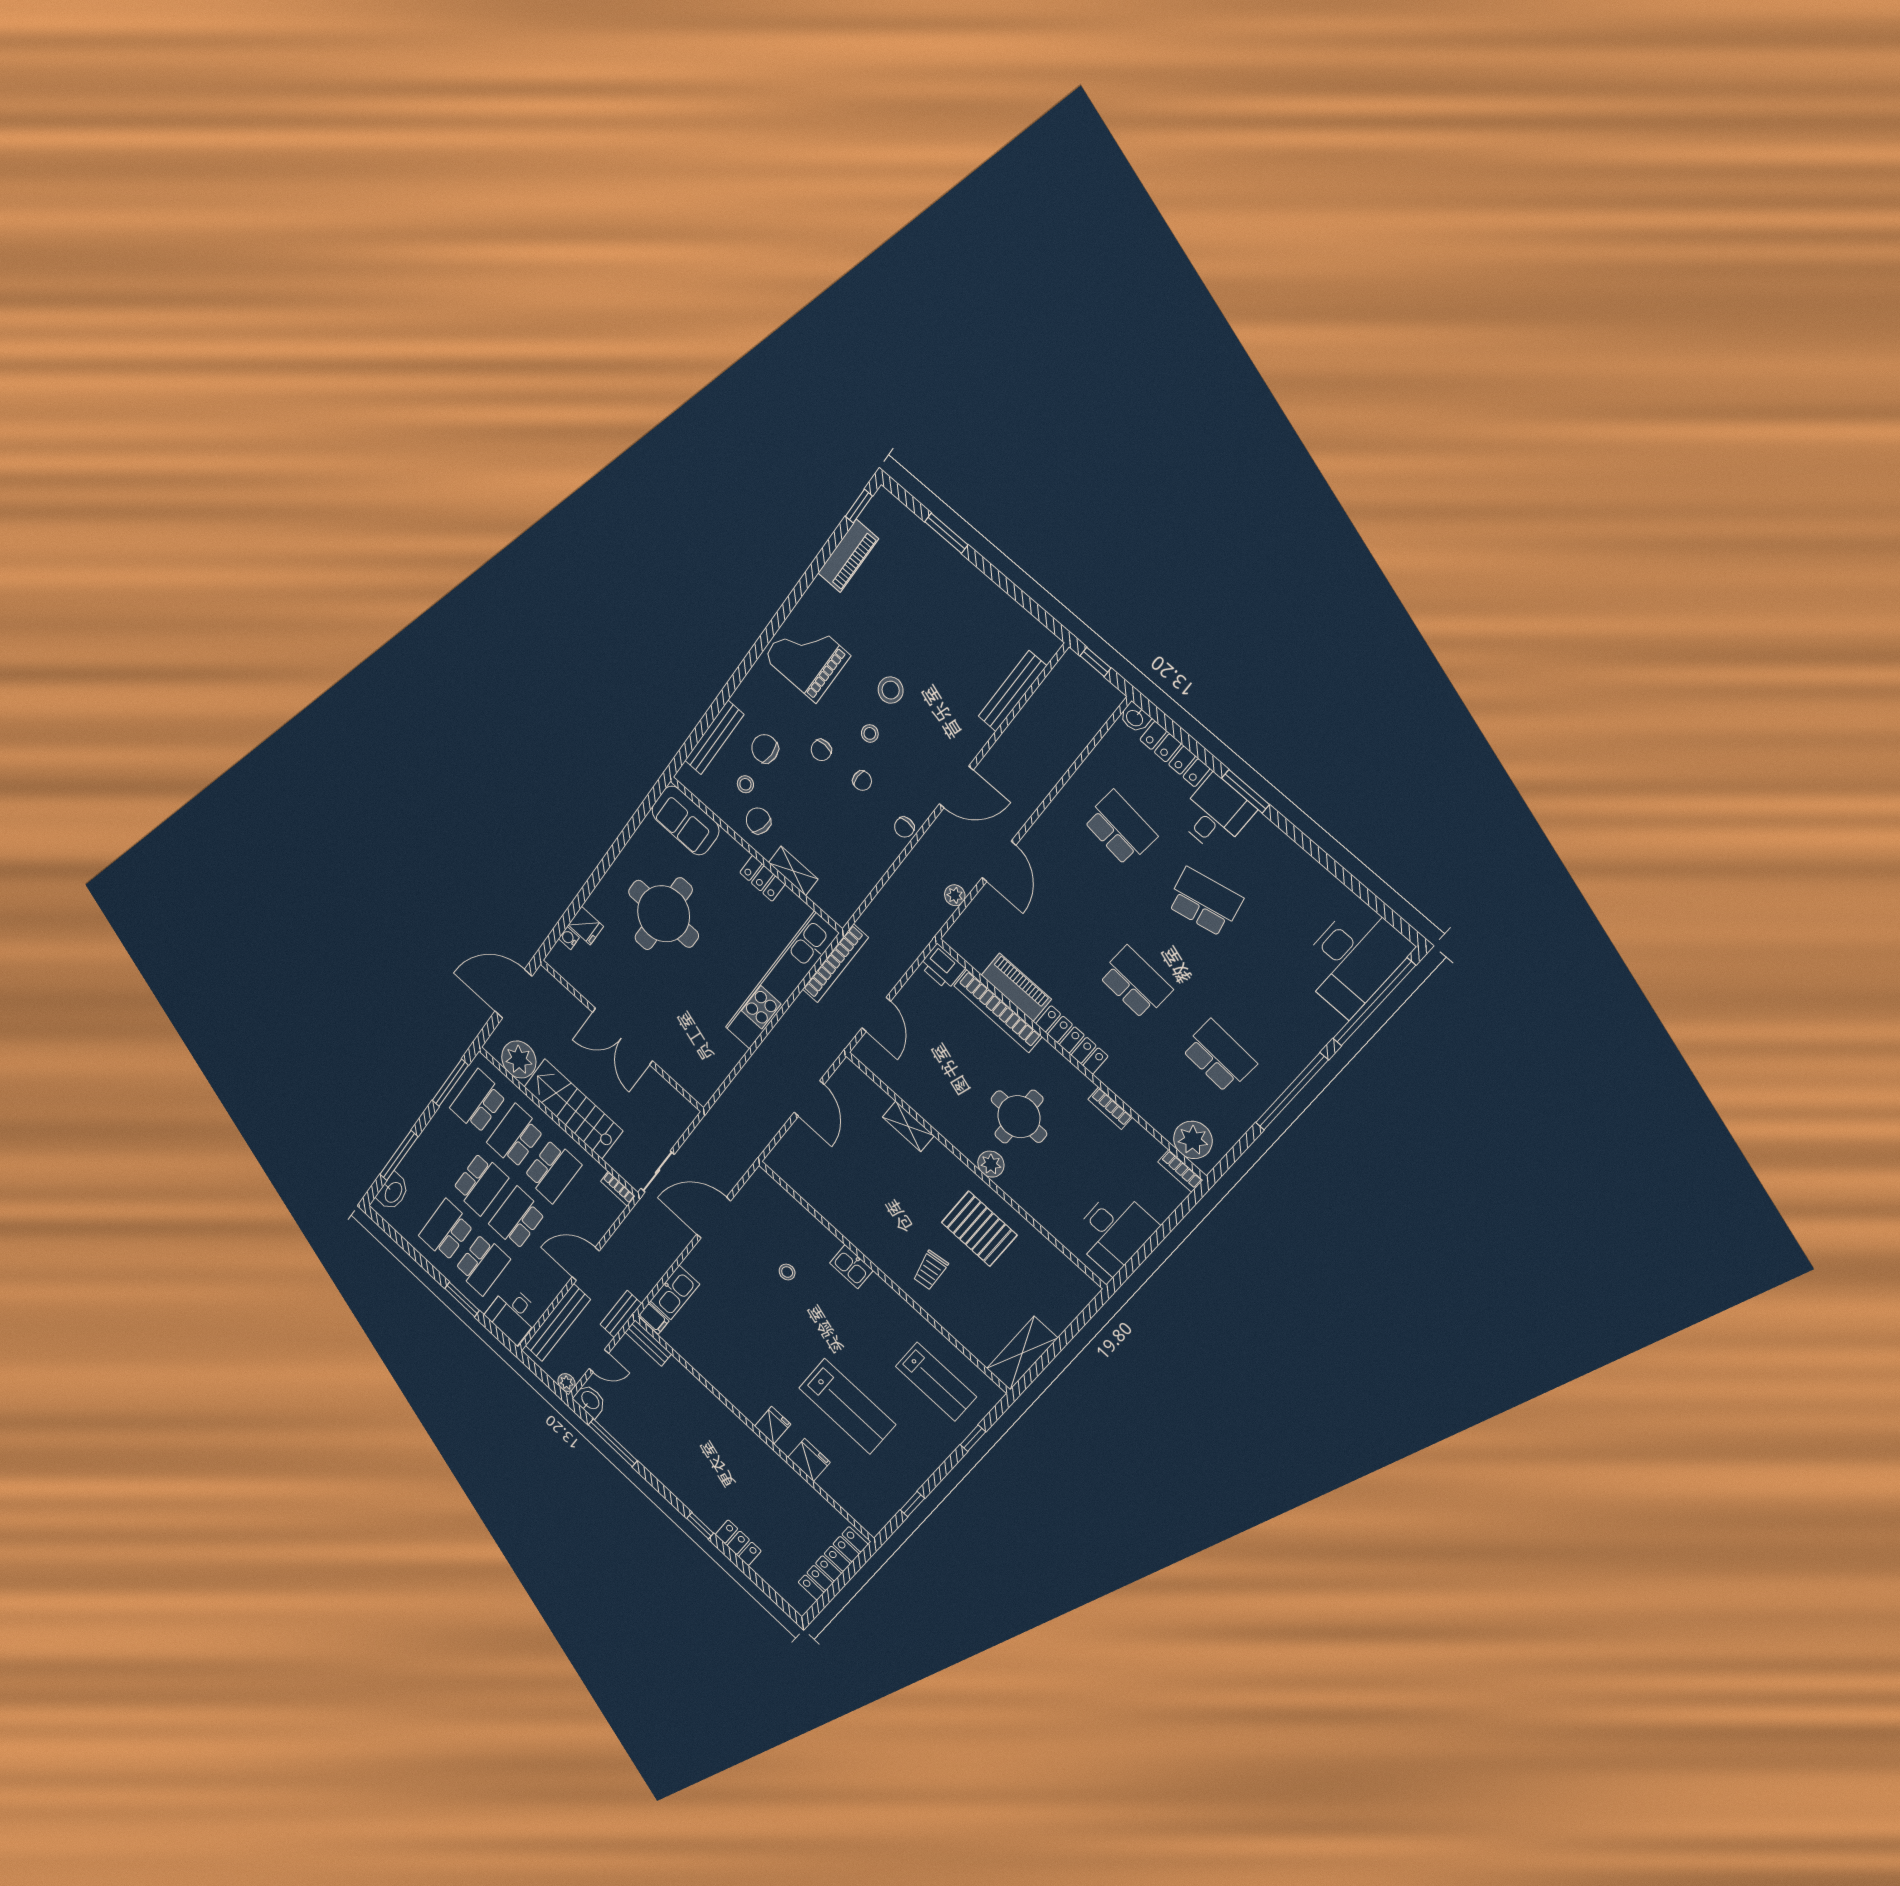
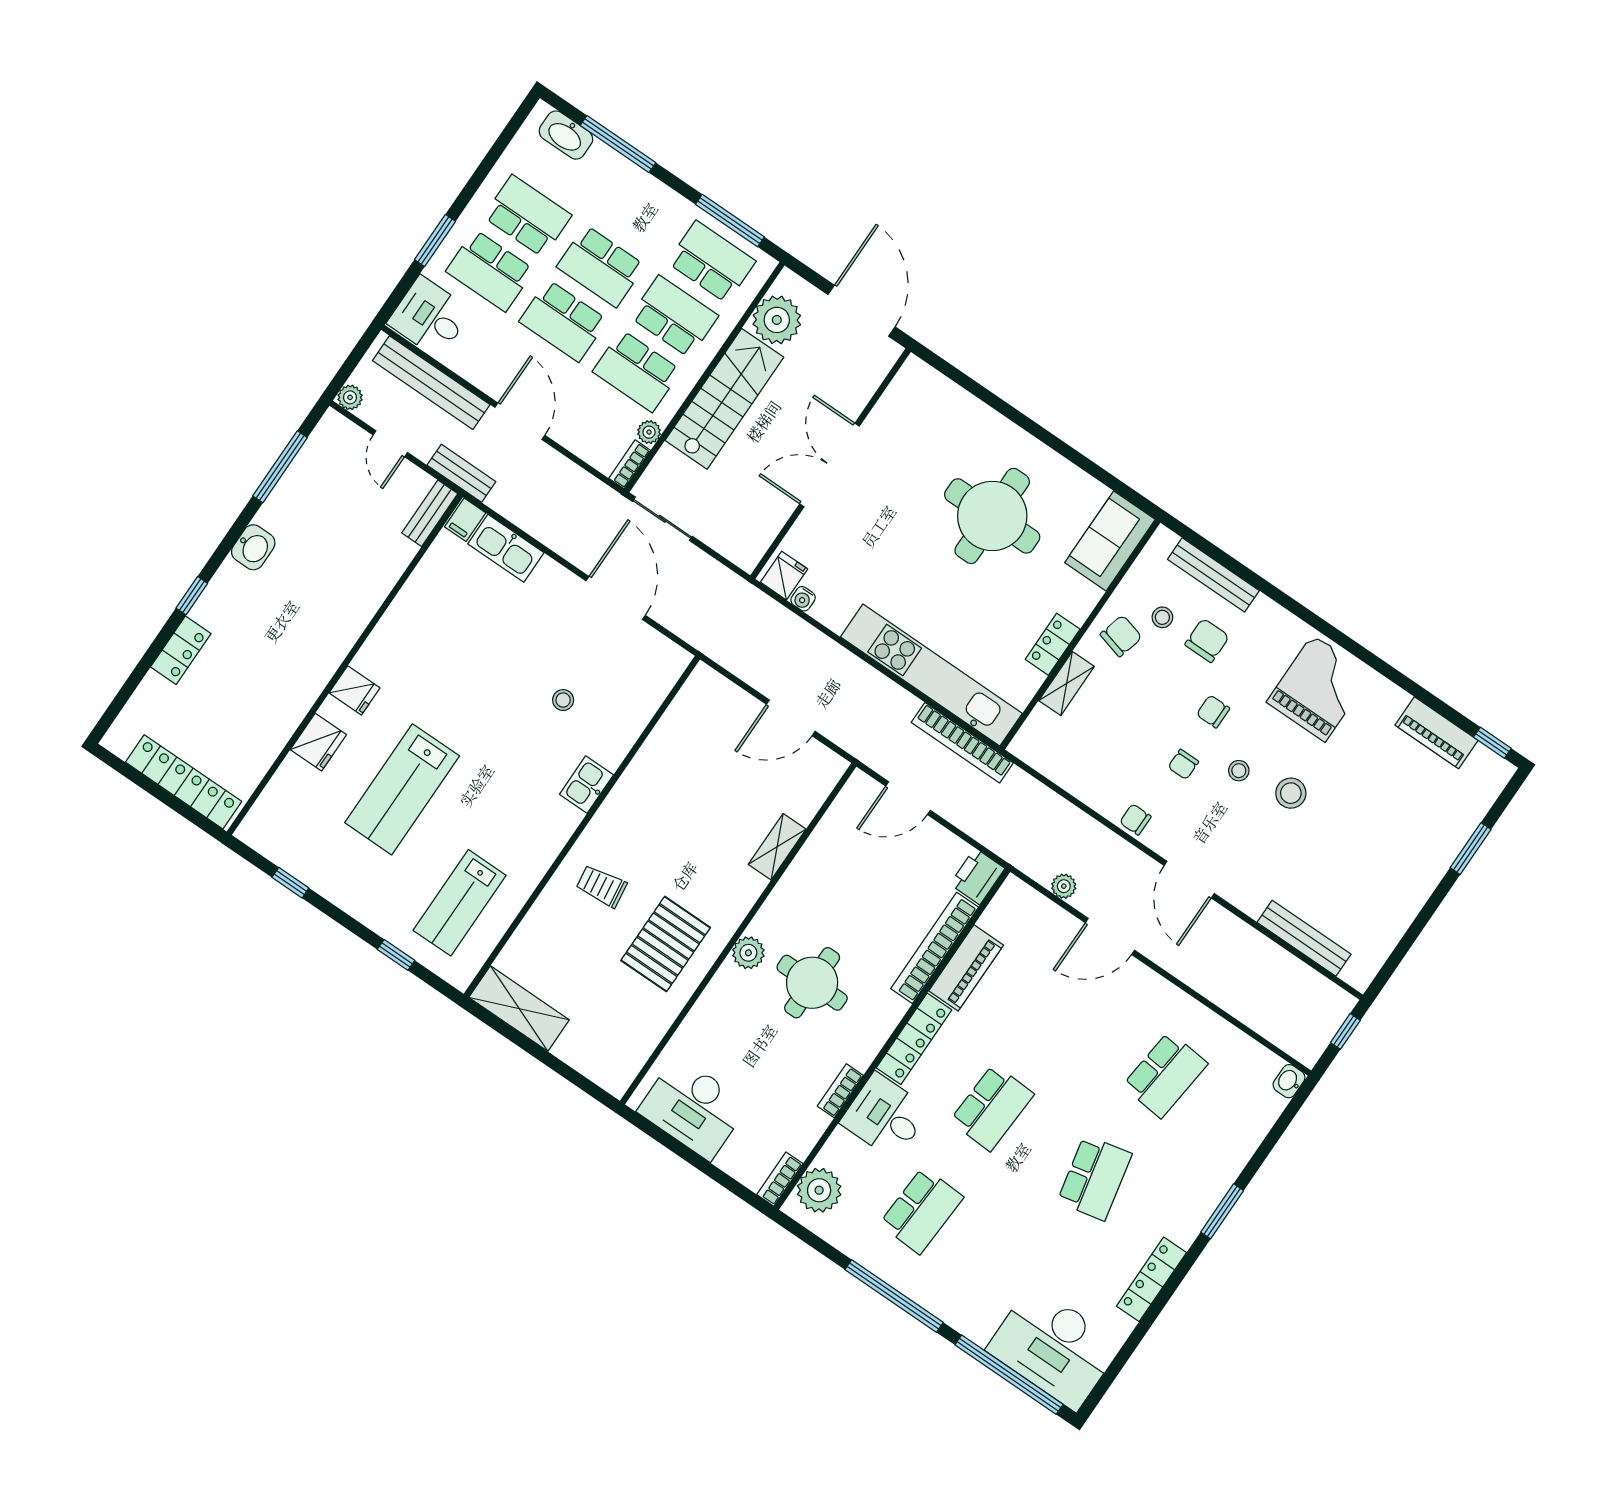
locker: (1175, 754) -> (1151, 1279), moved
desk: (1216, 814) -> (885, 1116), moved, turned 180
fridge: (586, 926) -> (784, 576), moved, turned 180
water cooler: (569, 938) -> (803, 599), moved, turned 180
plant: (595, 1170) -> (649, 432), added
school desk: (517, 1218) -> (563, 321), turned 180
washbasin: (590, 1401) -> (253, 547), moved

